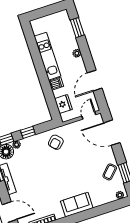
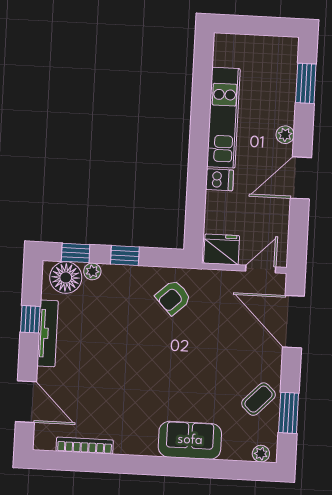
door: (95, 81) -> (301, 178), moved
fridge: (63, 104) -> (222, 249), moved, turned -90
sofa: (77, 205) -> (190, 440), moved

